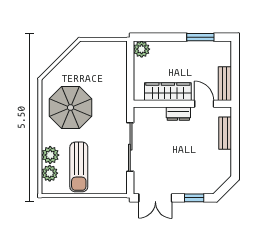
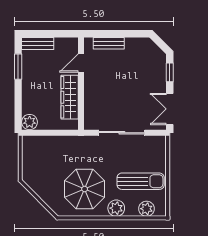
bench: (225, 84) -> (38, 43), moved
dresser: (178, 114) -> (90, 87), removed
plant: (50, 155) -> (116, 208), moved
double door: (155, 198) -> (170, 109), swing flipped

